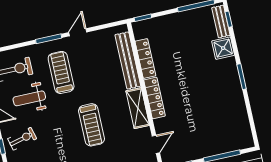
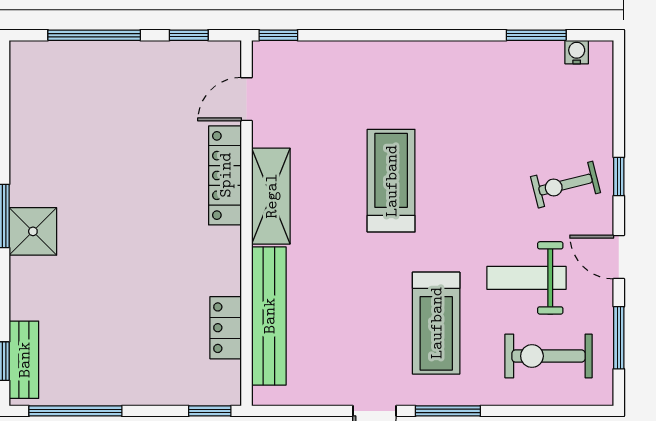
shower: (223, 48) -> (33, 231), moved
locker: (145, 59) -> (226, 328), width x0.66
weight bench: (29, 98) -> (527, 278), turned 180
locker: (154, 98) -> (225, 175), moved

